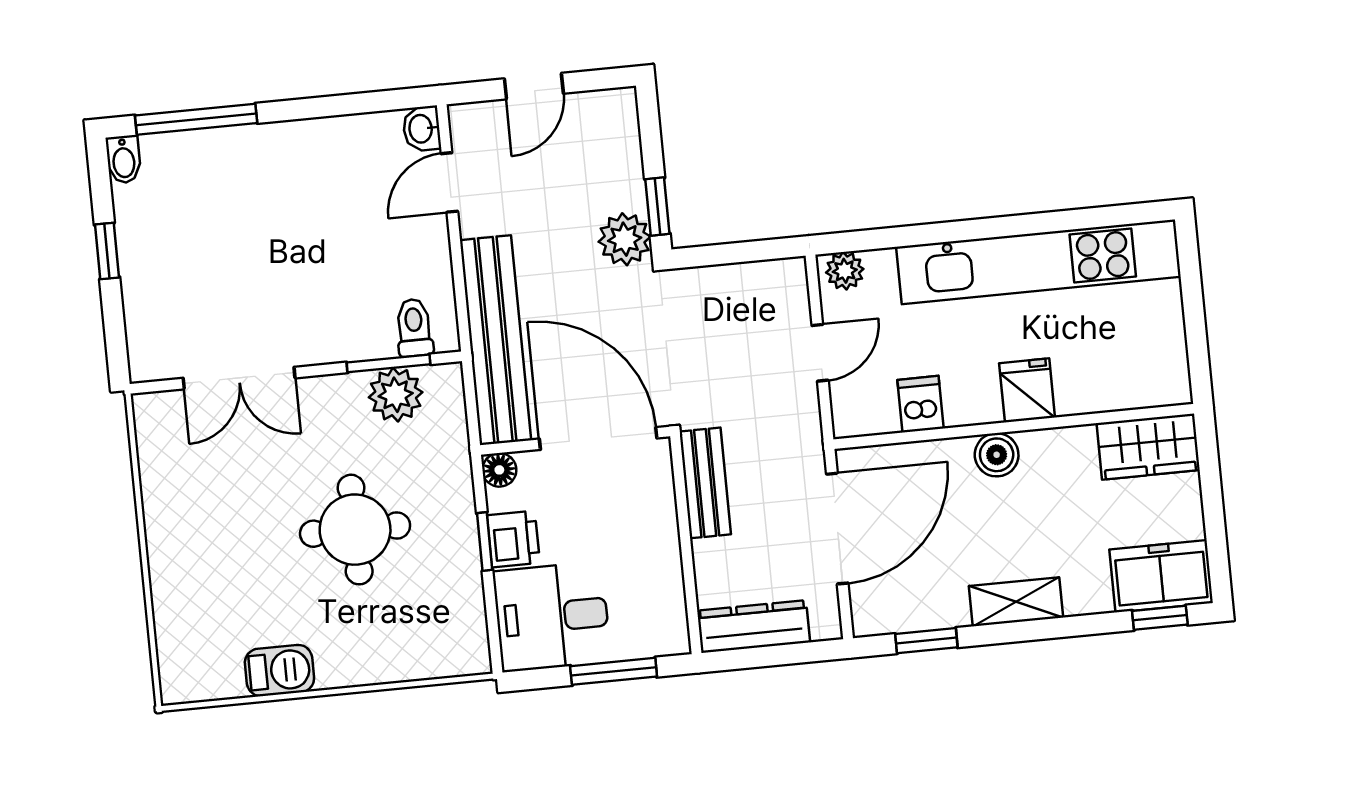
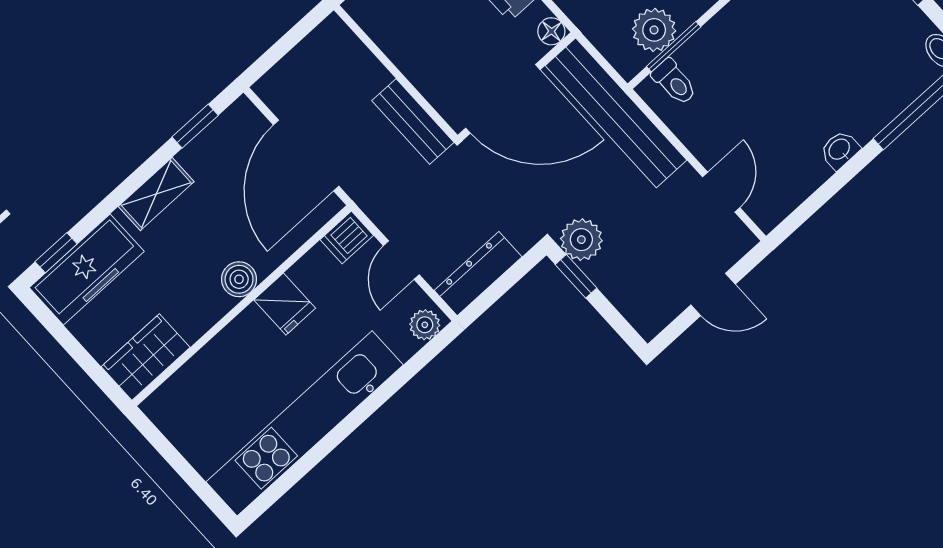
door: (534, 86) -> (713, 294), swing flipped
washbasin: (422, 129) -> (840, 150), moved, turned -90
fridge: (1027, 390) -> (285, 304), moved
dishwasher: (921, 404) -> (347, 237), moved, turned 90
freezer: (1161, 576) -> (87, 269), width x1.40
dresser: (754, 627) -> (478, 274), moved, turned 180

